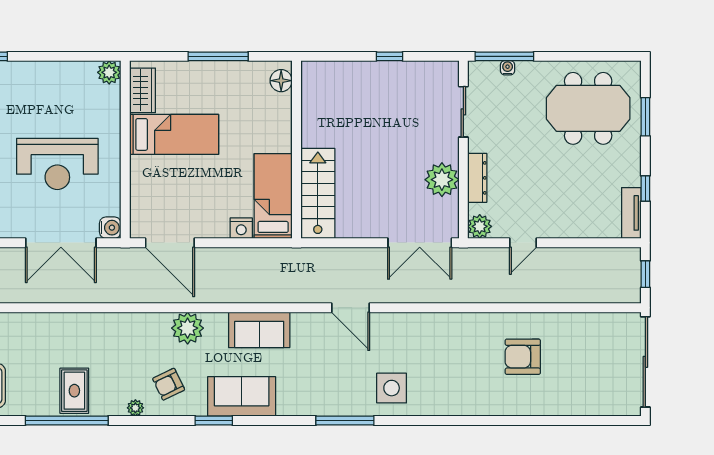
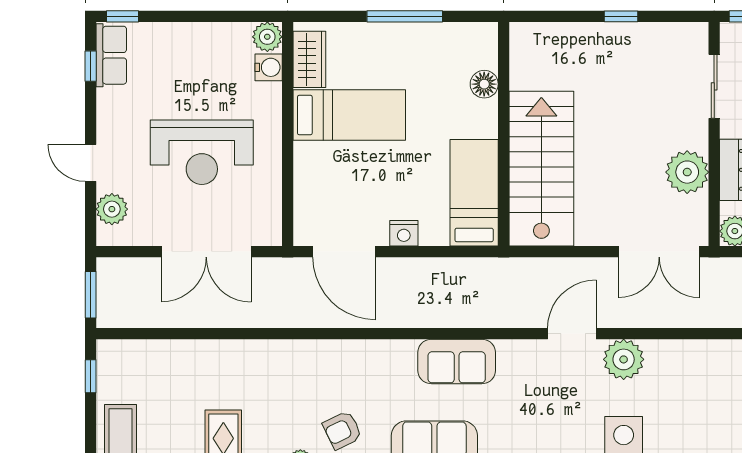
floor lamp: (281, 81) -> (484, 84), moved
stairs: (318, 193) -> (541, 169), width x1.36, depth x1.51
water cooler: (110, 228) -> (269, 67), moved
nightstand: (241, 228) -> (404, 233), moved
door: (351, 308) -> (572, 334), swing flipped
plant: (188, 328) -> (624, 359), moved

